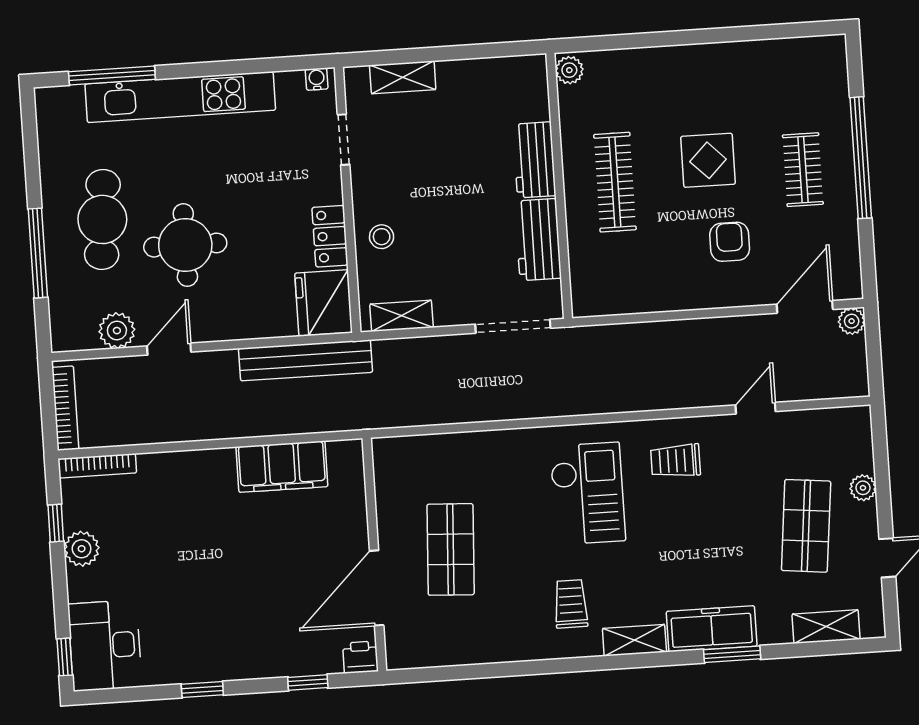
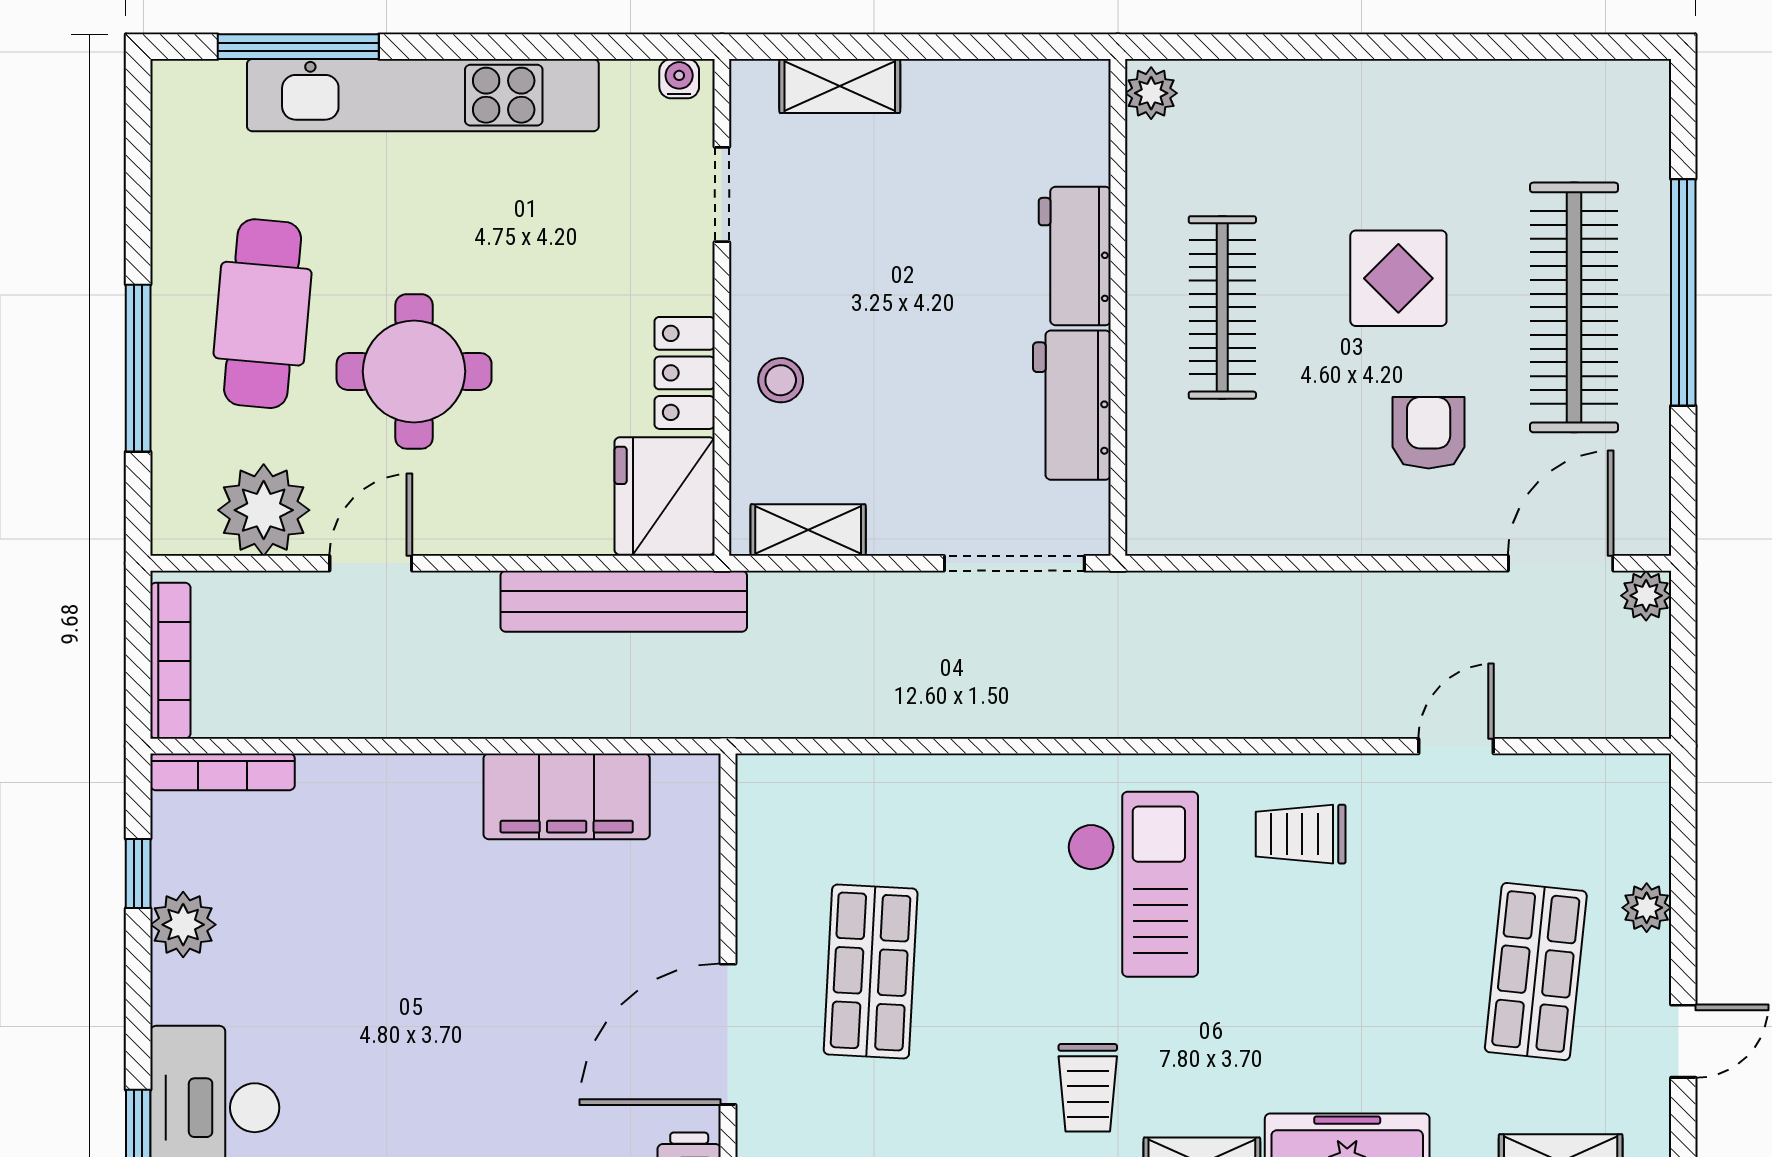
clothes rail: (803, 170) -> (1574, 307), width x1.86, depth x1.31
plant: (117, 331) -> (264, 510), width x1.36, depth x1.36
trolley: (571, 604) -> (1088, 1088), turned 180

